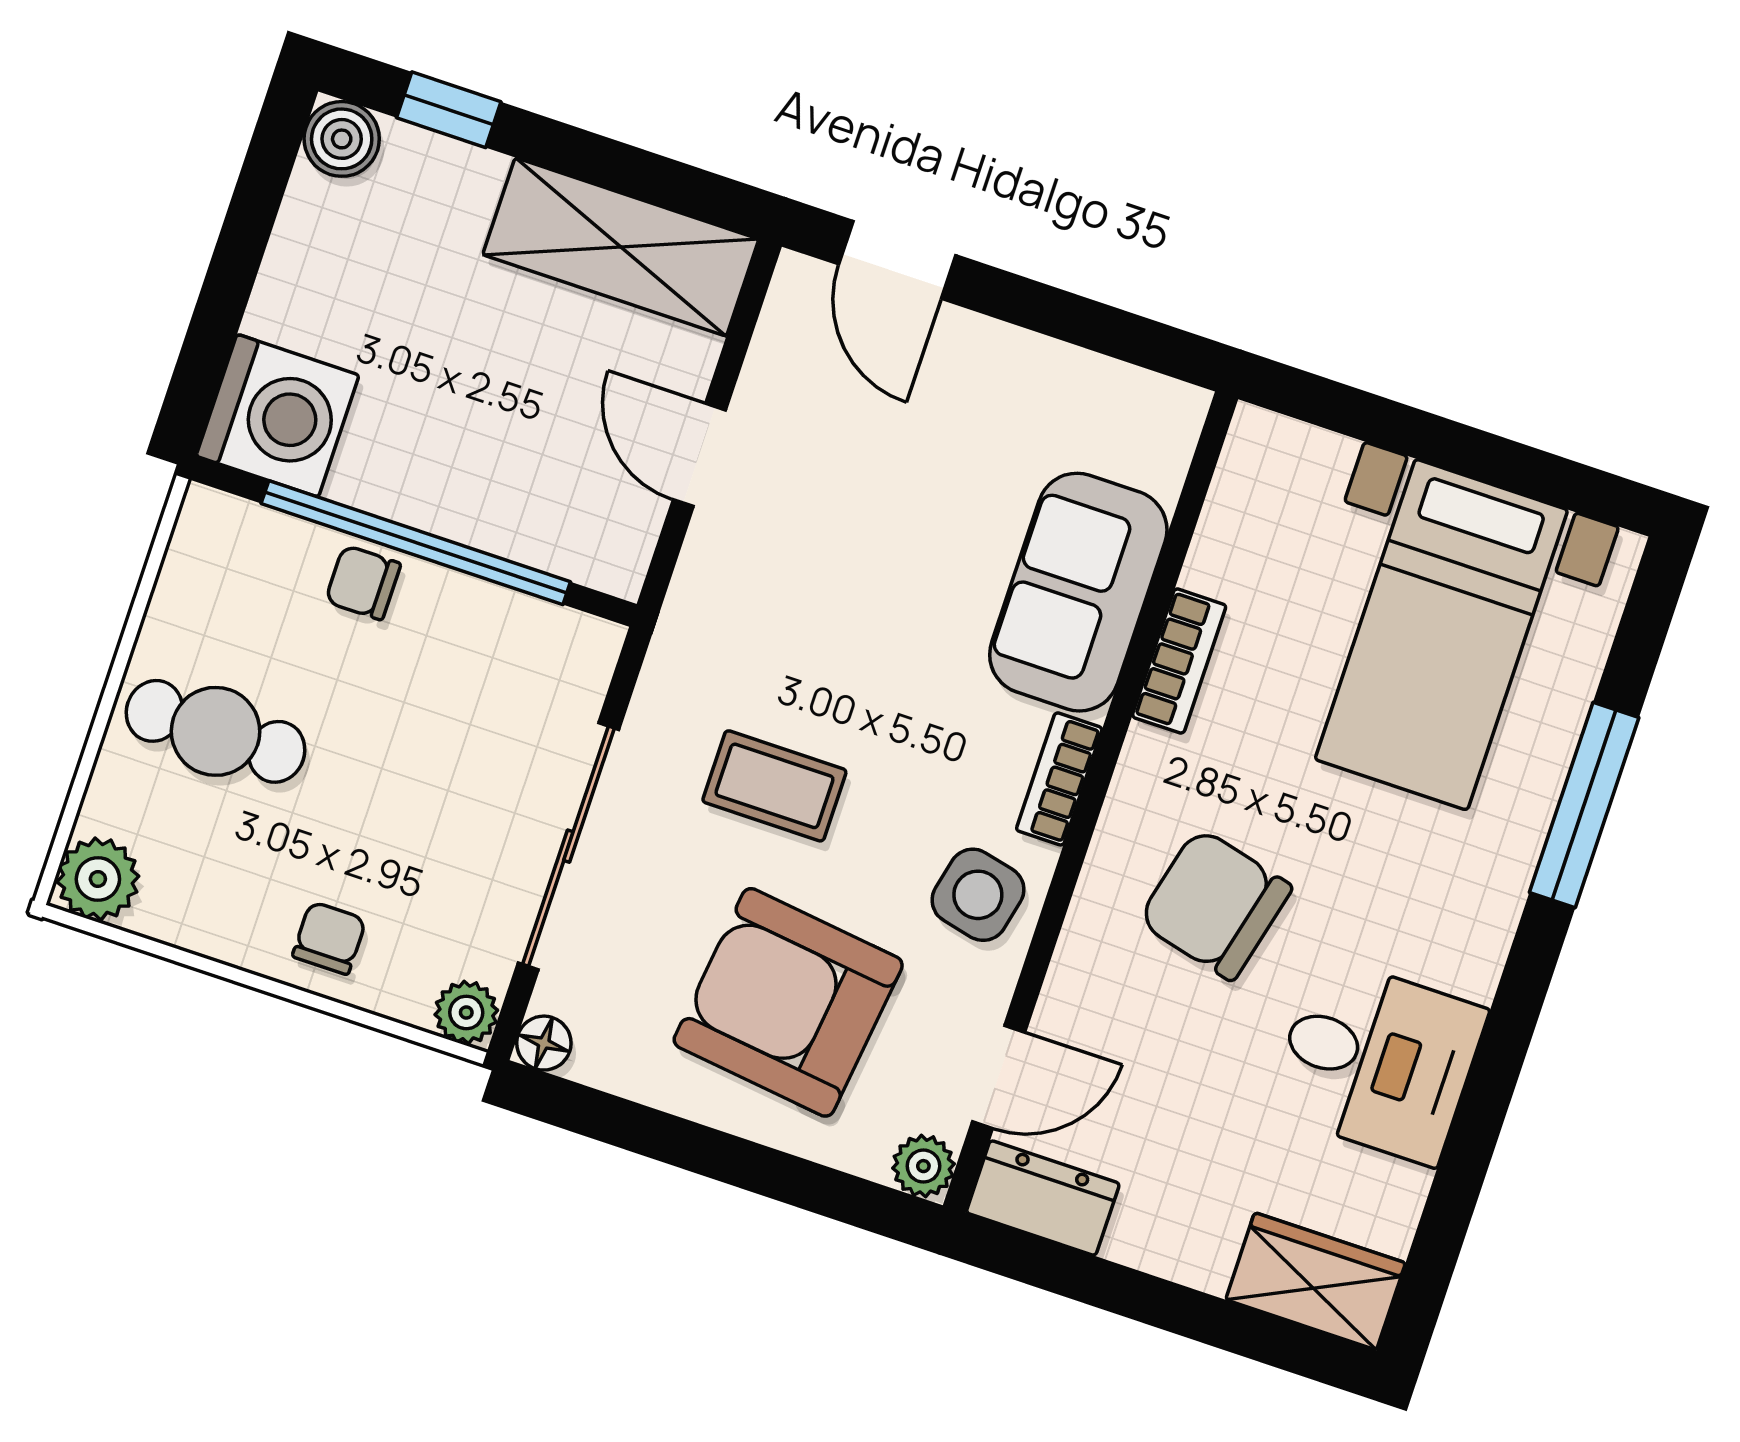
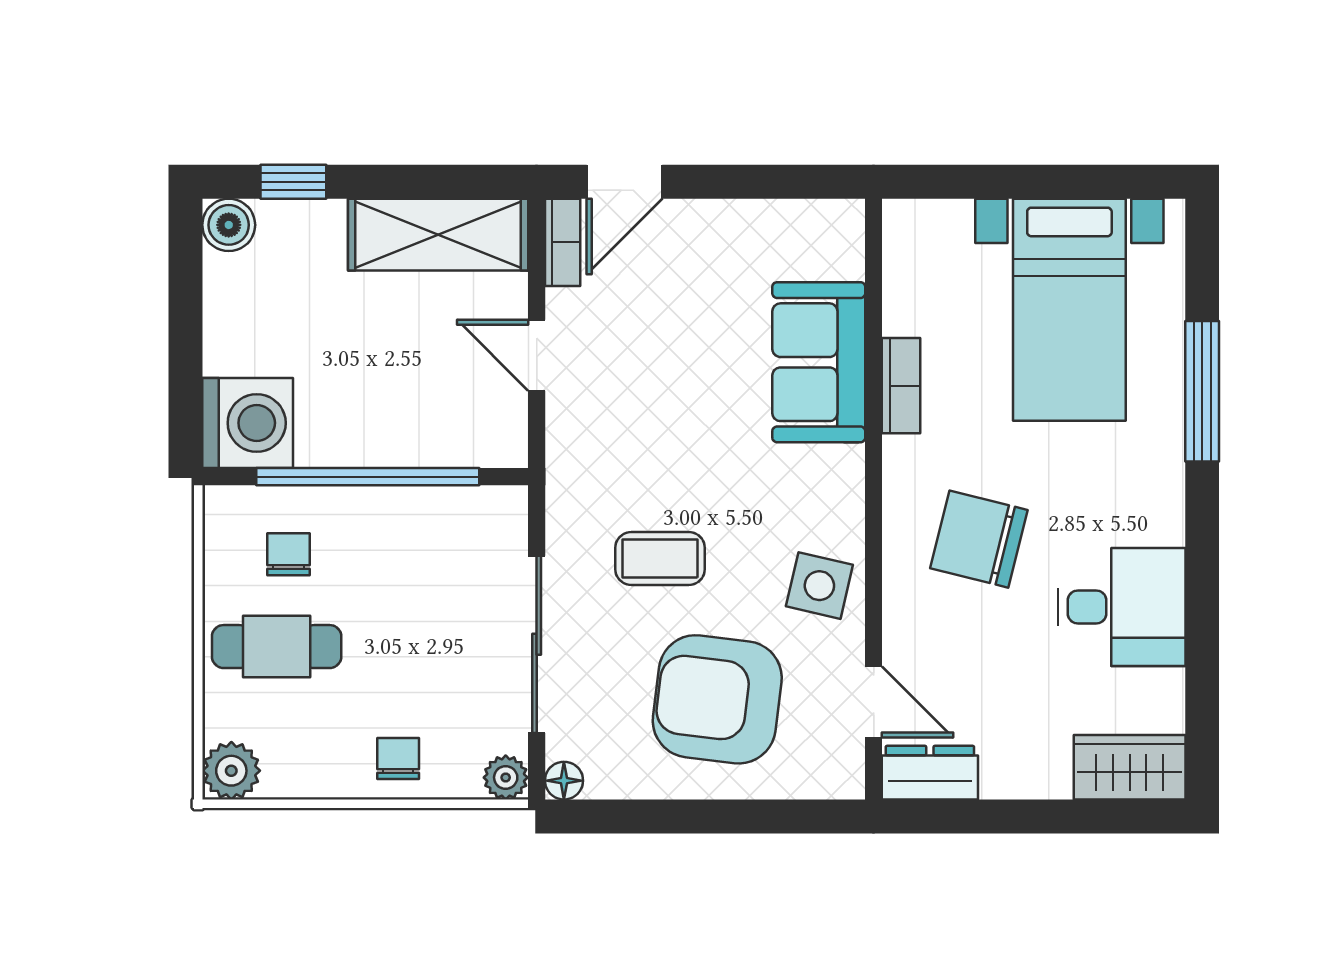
door: (897, 260) -> (625, 182), hinge flipped
chair: (363, 583) -> (289, 554), moved, turned 90
bookcase: (1059, 779) -> (563, 242), moved, turned 180
door: (999, 1077) -> (874, 702), hinge flipped
plant: (923, 1166) -> (843, 778), removed

